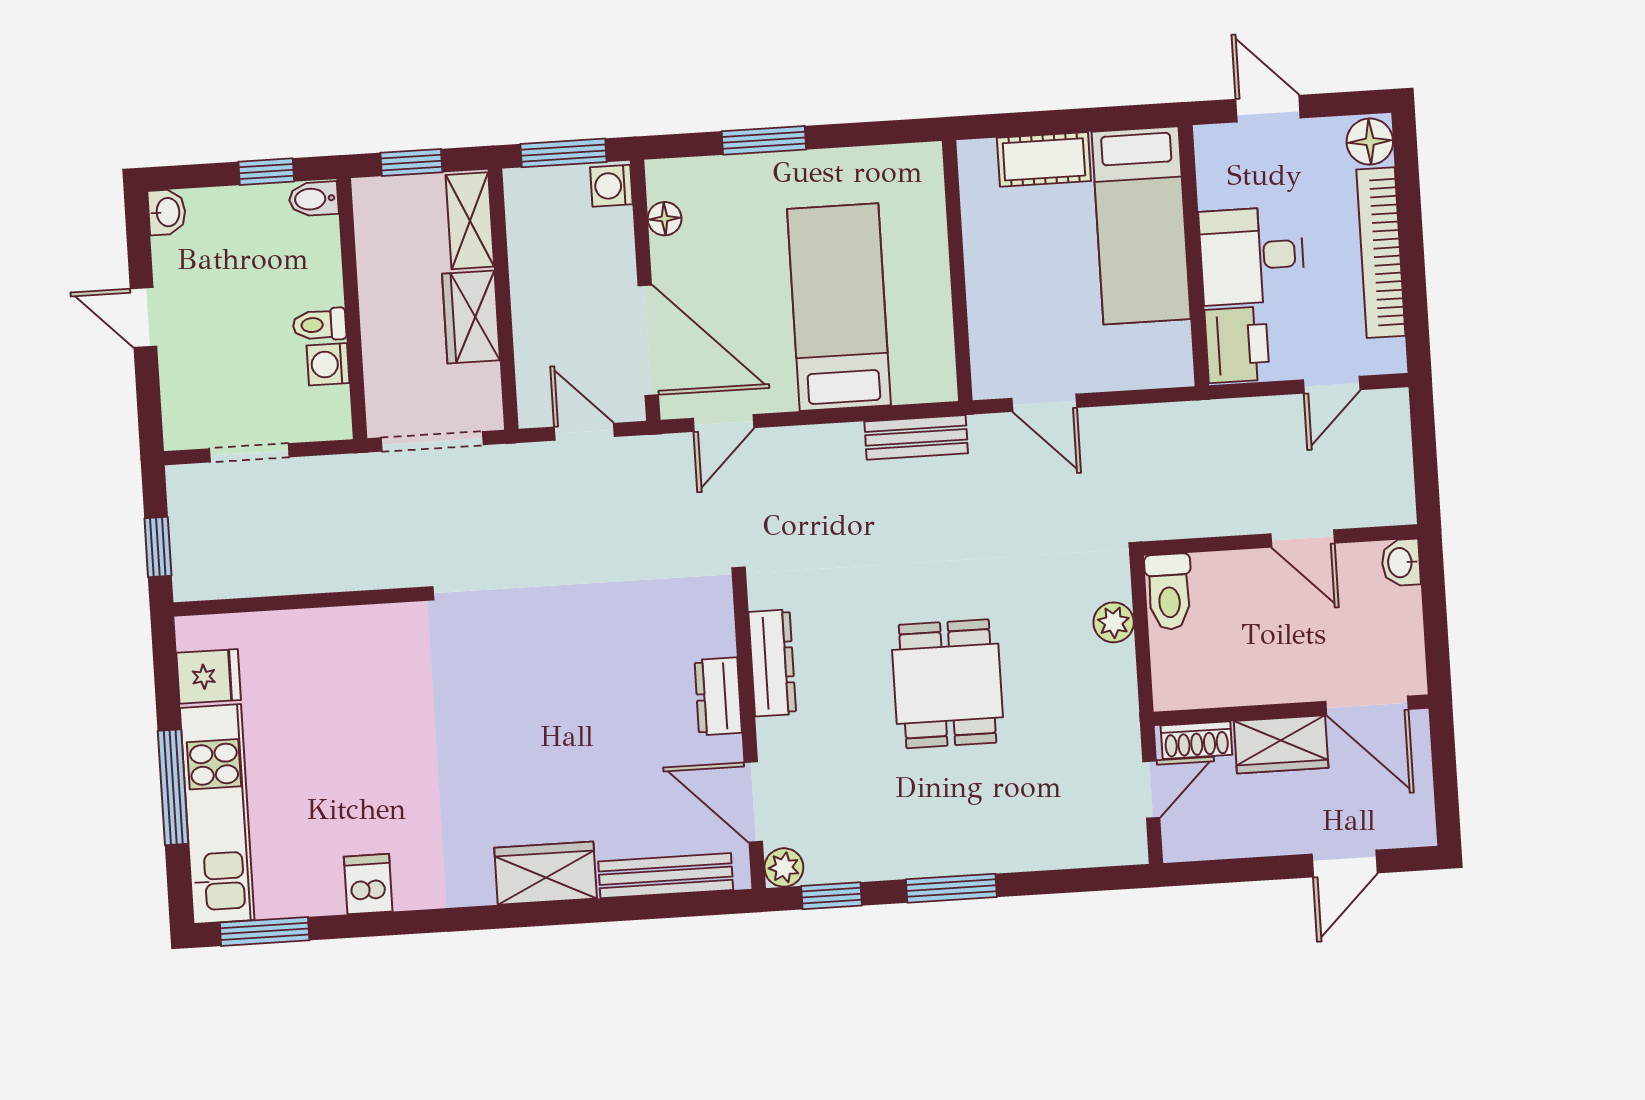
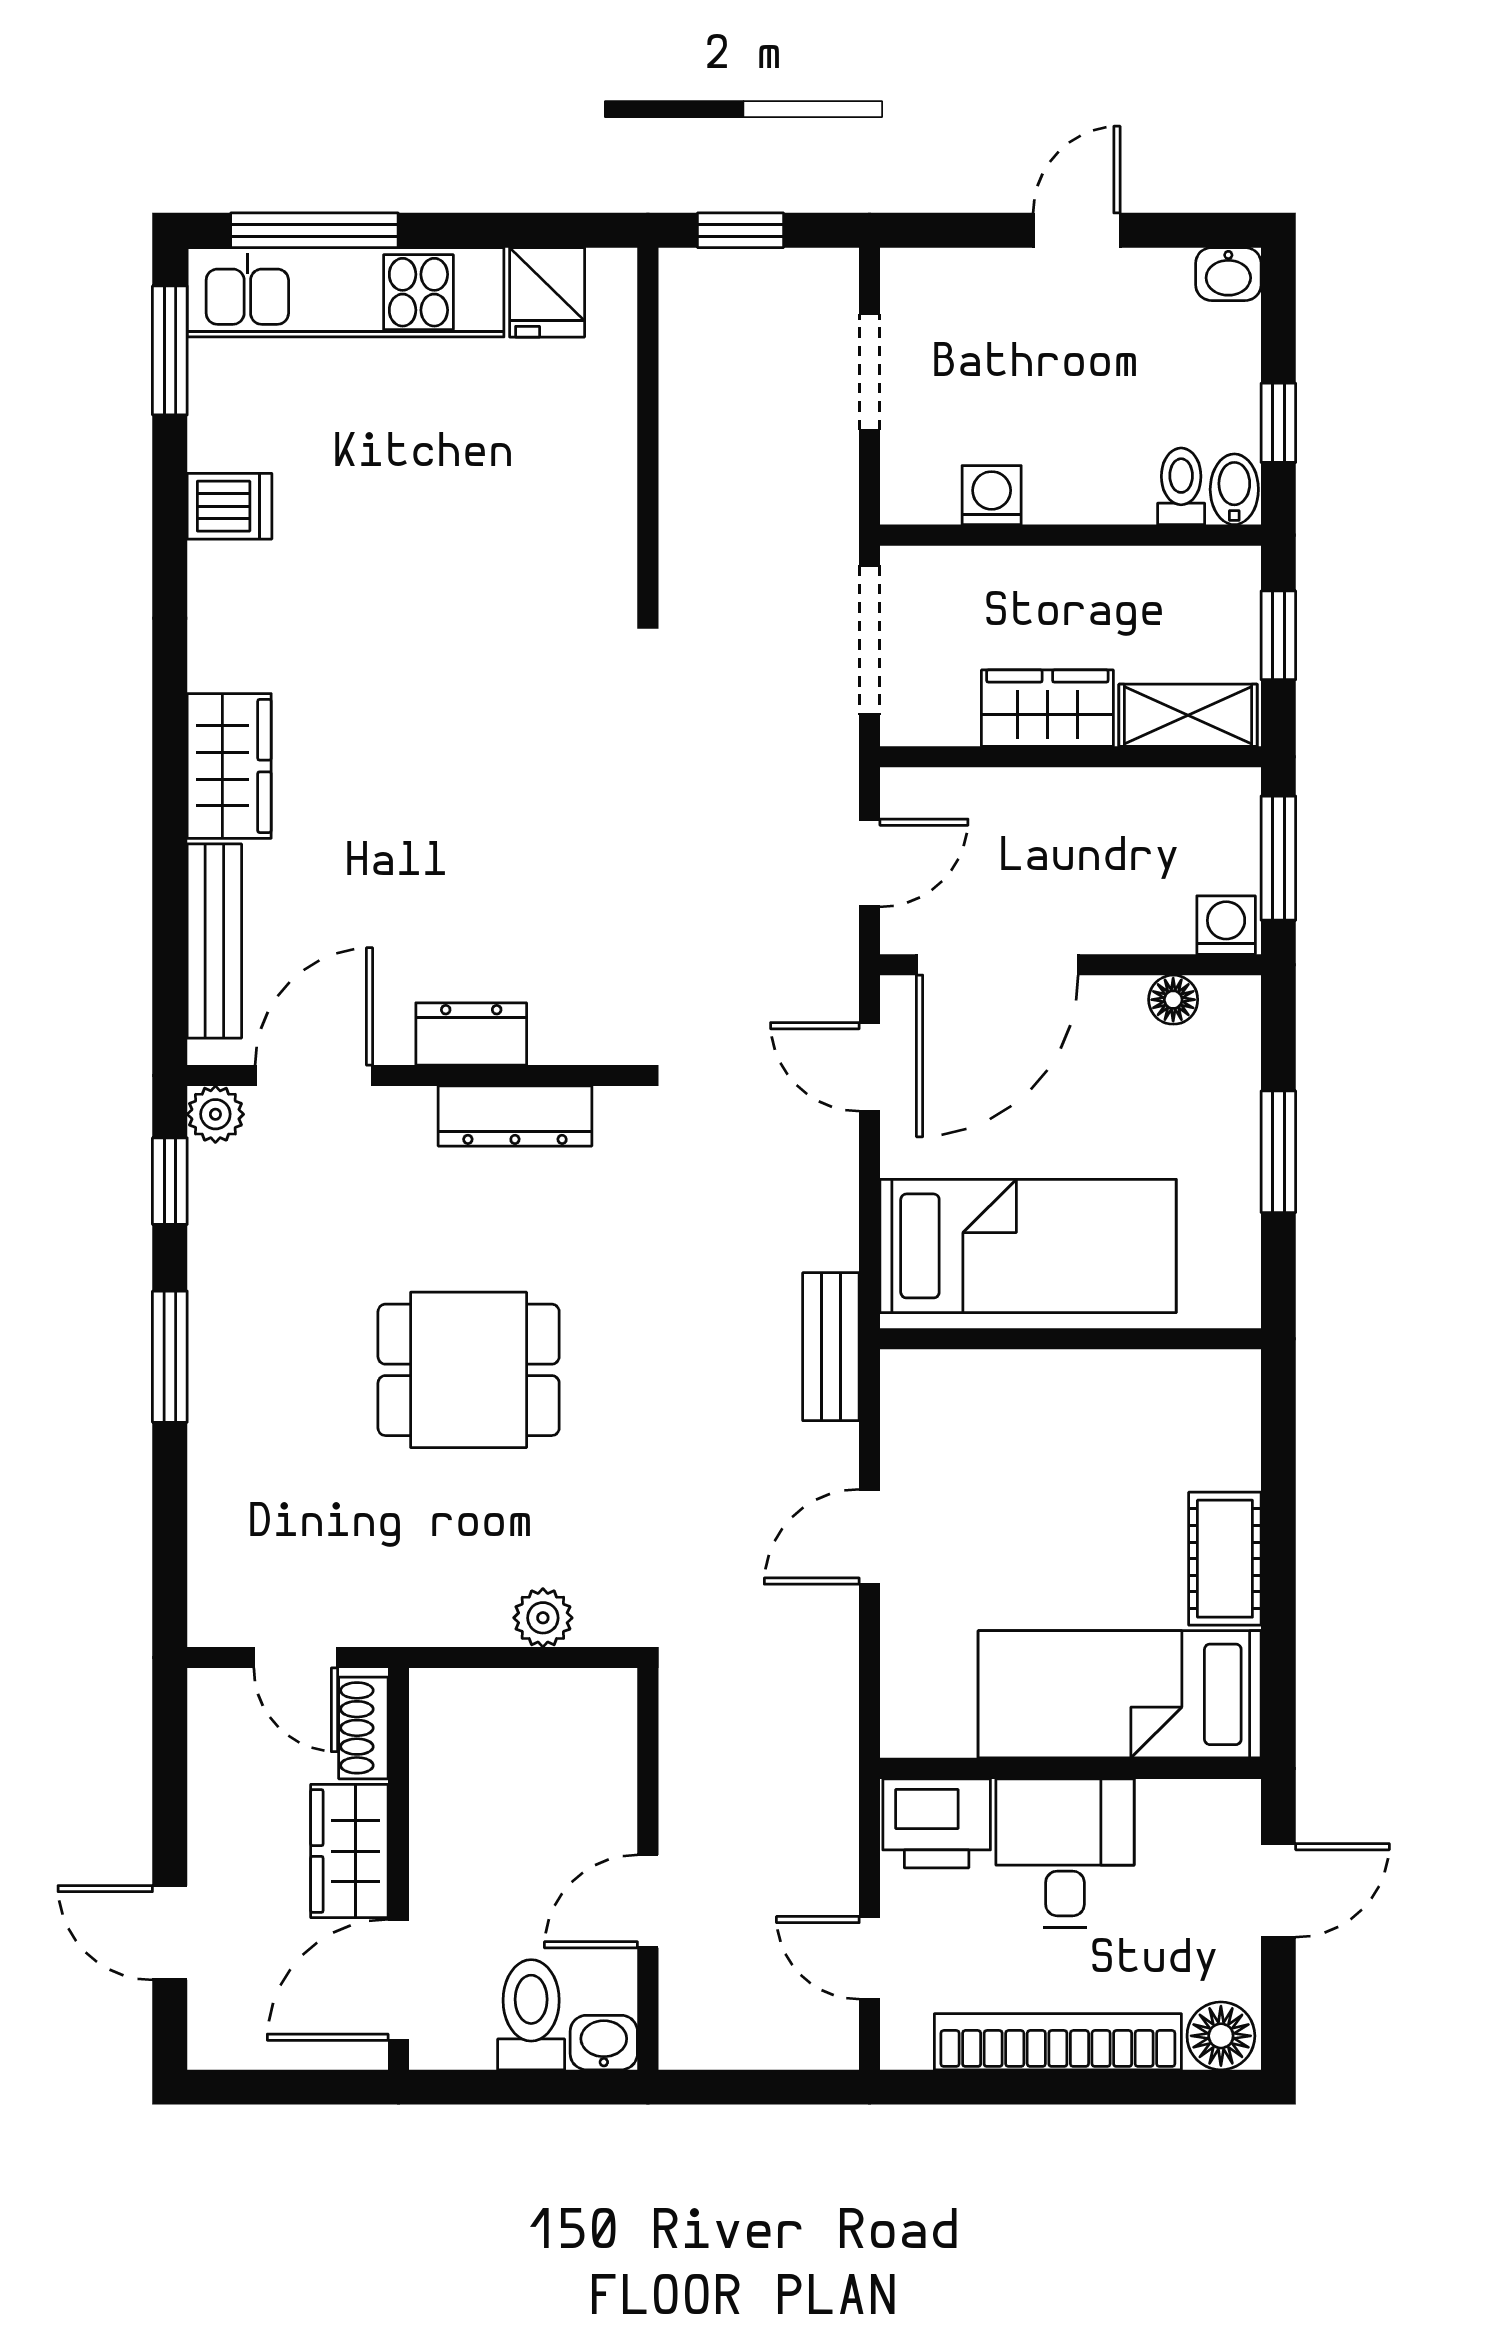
wall: (957, 271) -> (1071, 1339), moved
toilet: (319, 325) -> (1181, 486), moved
toilet: (1169, 592) -> (531, 2015), moved, turned 90
window: (173, 787) -> (314, 230), moved

